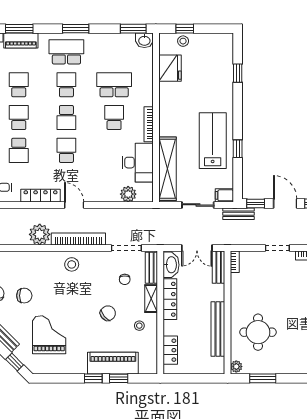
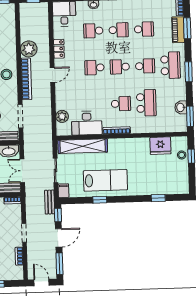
washbasin: (144, 40) -> (181, 107), moved
school desk: (66, 150) -> (94, 68), turned 180
locker: (41, 196) -> (59, 49), width x0.66

